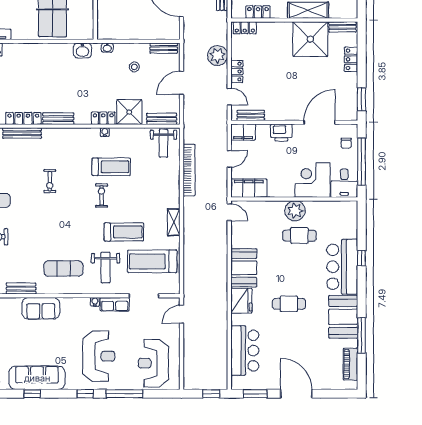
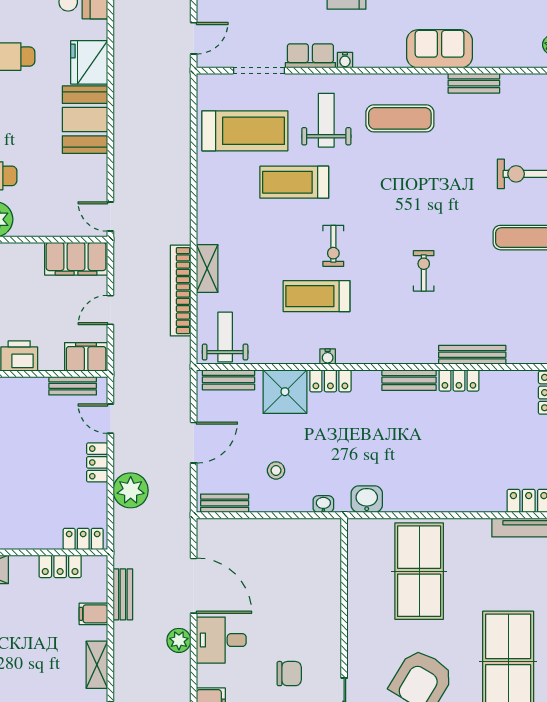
locker: (23, 118) -> (459, 380), width x0.66
shelving: (174, 222) -> (207, 268), moved

